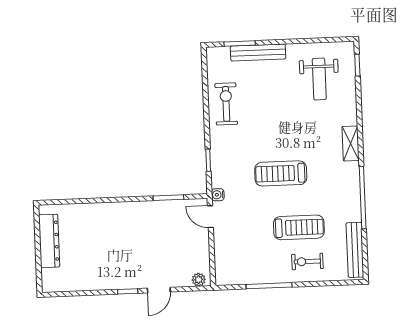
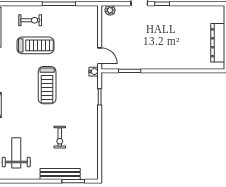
exercise bike: (226, 104) -> (60, 137), moved, width x0.73, depth x0.72
treadmill: (281, 173) -> (47, 85), turned 90
treadmill: (299, 227) -> (35, 45), turned 180

